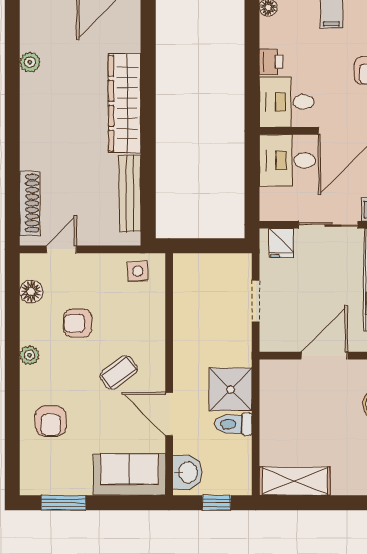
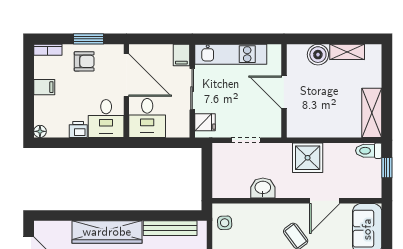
toilet: (233, 424) -> (369, 151), moved, turned 90
washbasin: (187, 472) -> (263, 188), moved

